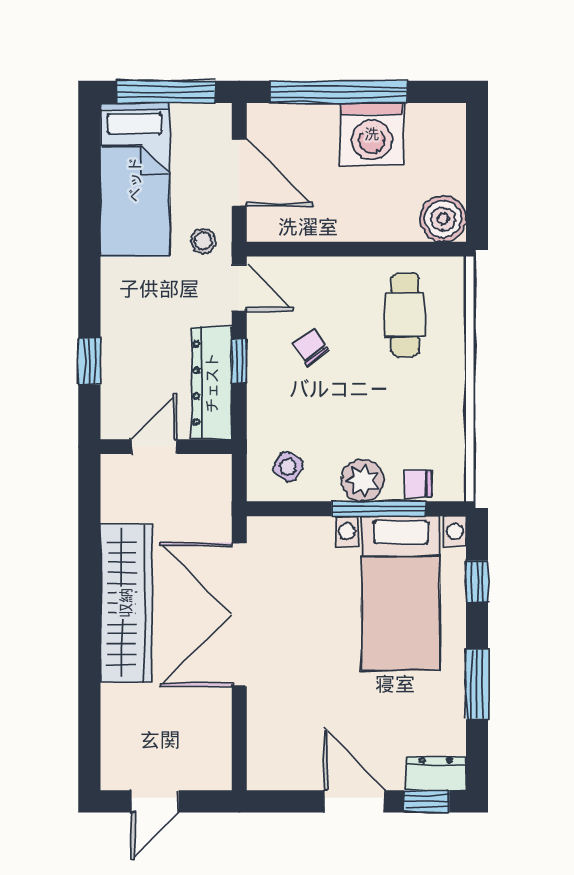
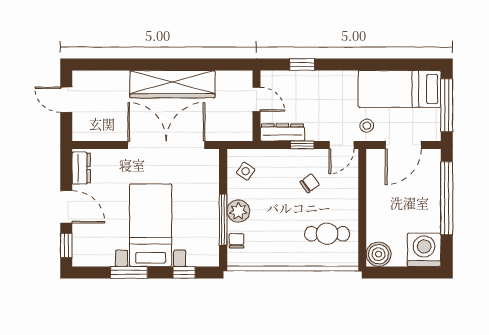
washing machine: (372, 134) -> (424, 250), moved, turned 90
dresser: (212, 383) -> (282, 132), width x0.73, depth x0.80
bed with nightstands: (401, 593) -> (151, 225), moved, turned 90
dresser: (436, 773) -> (81, 168), moved
door: (355, 801) -> (66, 207), hinge flipped

